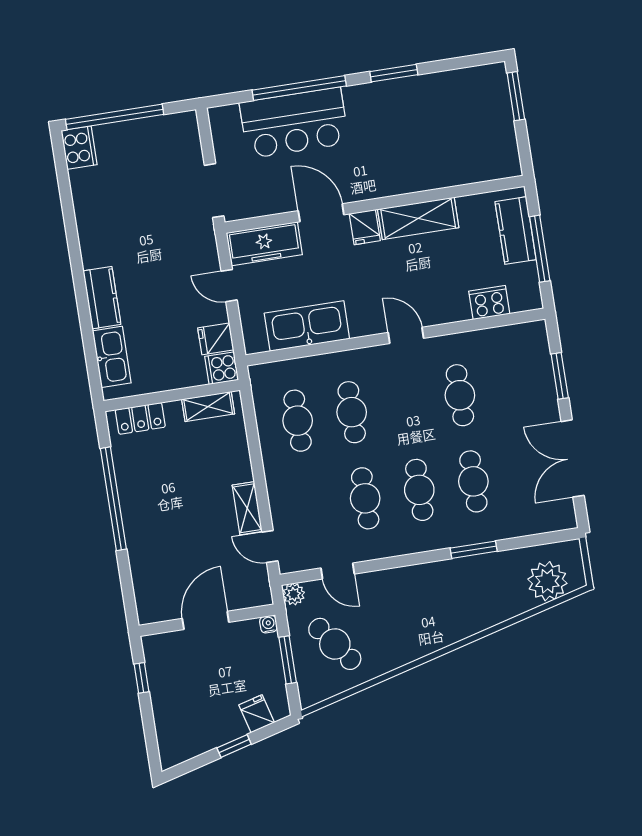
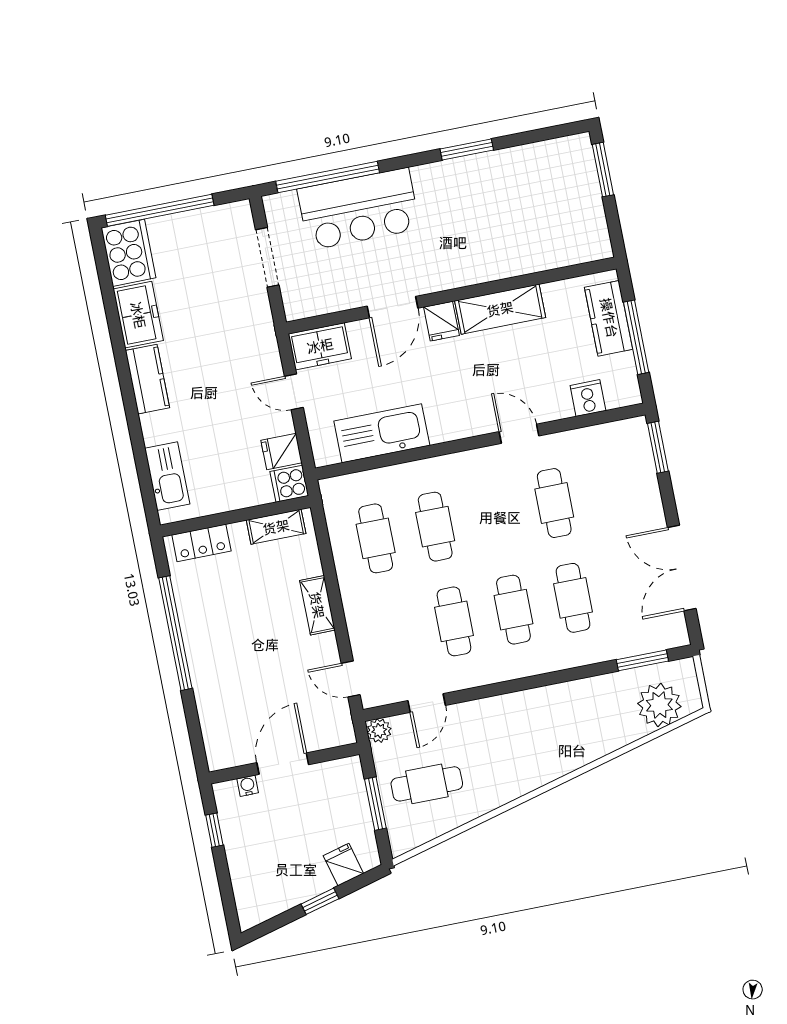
window: (299, 88) -> (328, 177), moved
cooker: (79, 148) -> (128, 253), width x1.37, depth x1.31
doorway: (214, 191) -> (267, 257), moved
freezer: (91, 210) -> (138, 315), added
door: (321, 213) -> (392, 307), swing flipped
freezer: (264, 244) -> (320, 346), width x0.71
kitchen counter: (102, 298) -> (147, 379), moved
cooker: (489, 303) -> (588, 398), width x0.73
door: (406, 335) -> (519, 434), moved
window: (560, 376) -> (658, 447), moved
shelving: (247, 508) -> (317, 605), moved
window: (474, 550) -> (642, 660), moved
door: (338, 571) -> (427, 703), hinge flipped
water cooler: (268, 624) -> (248, 786), moved
cafe table: (335, 644) -> (427, 784), turned -53

